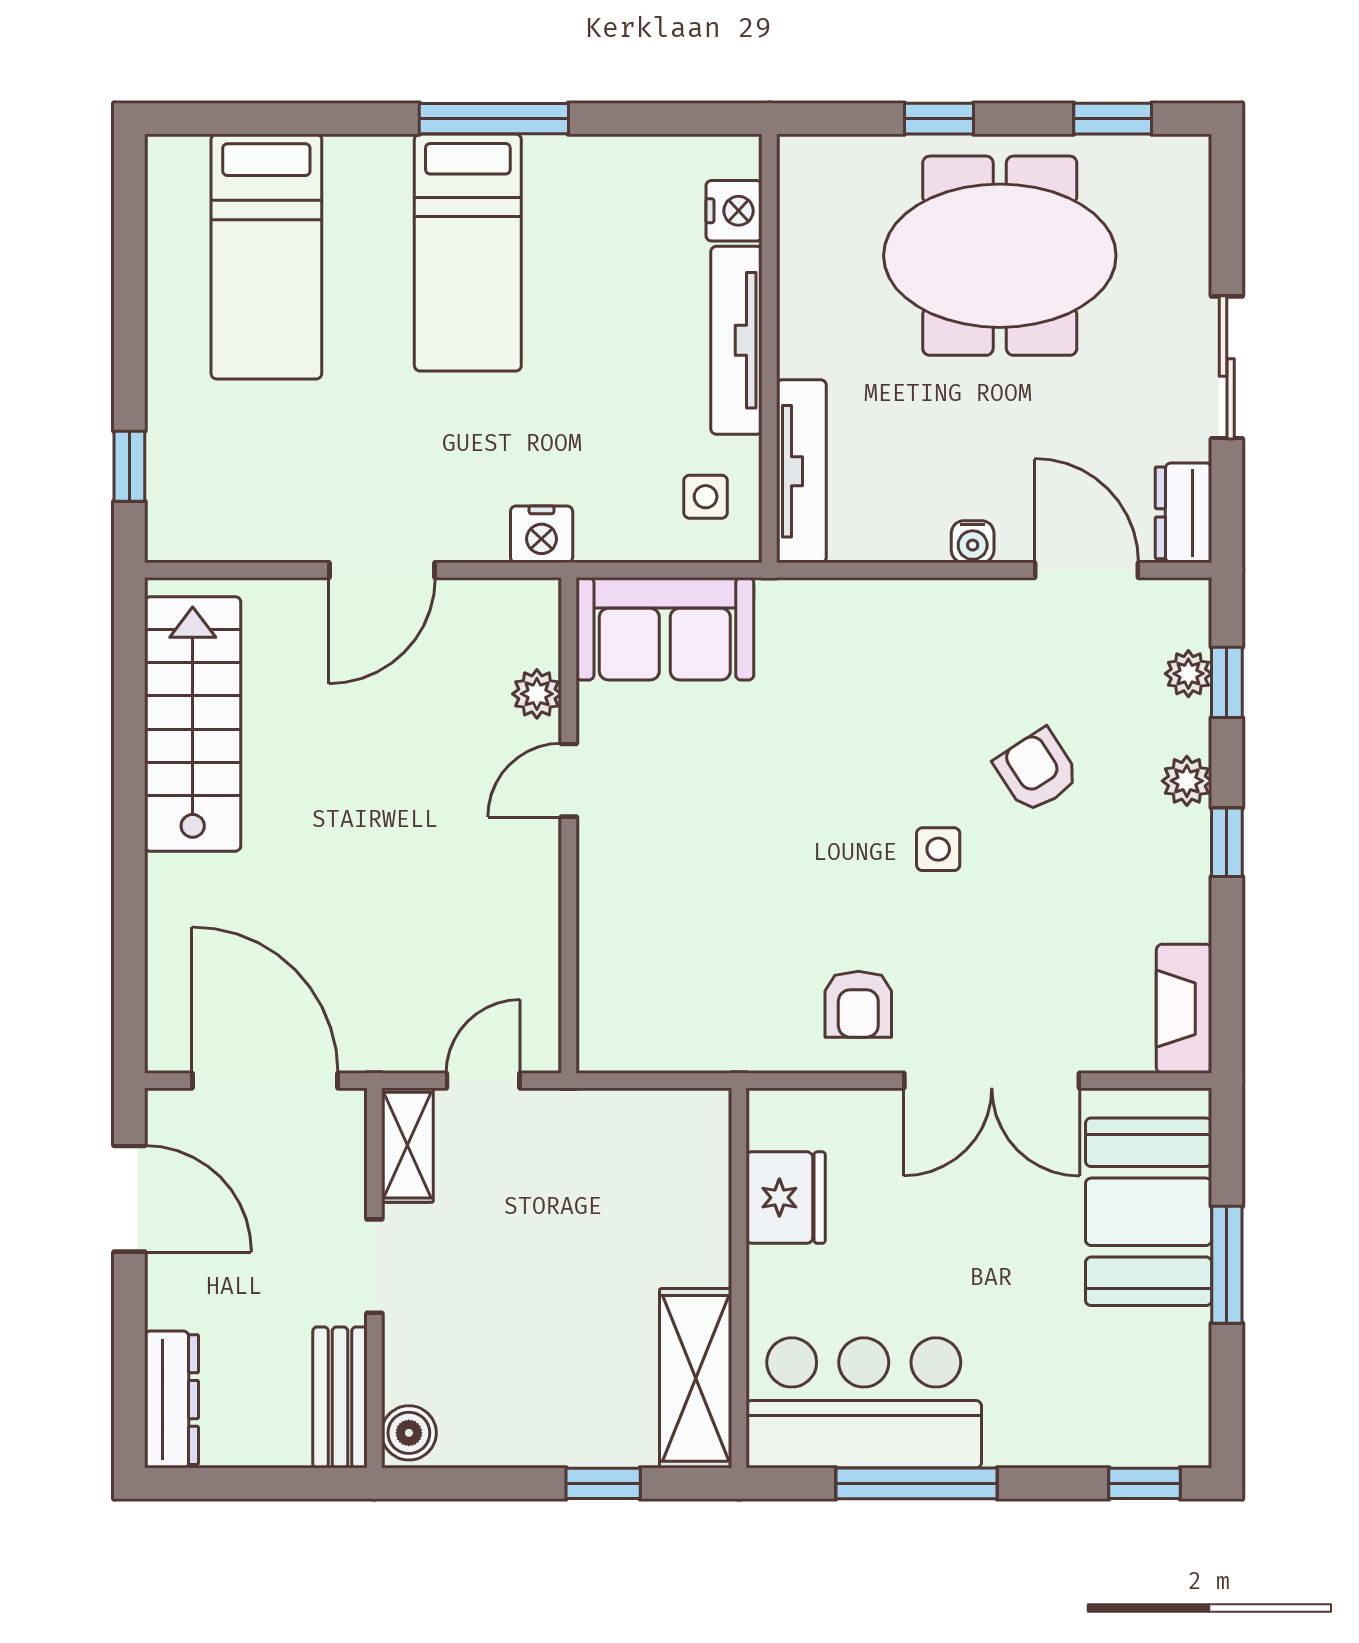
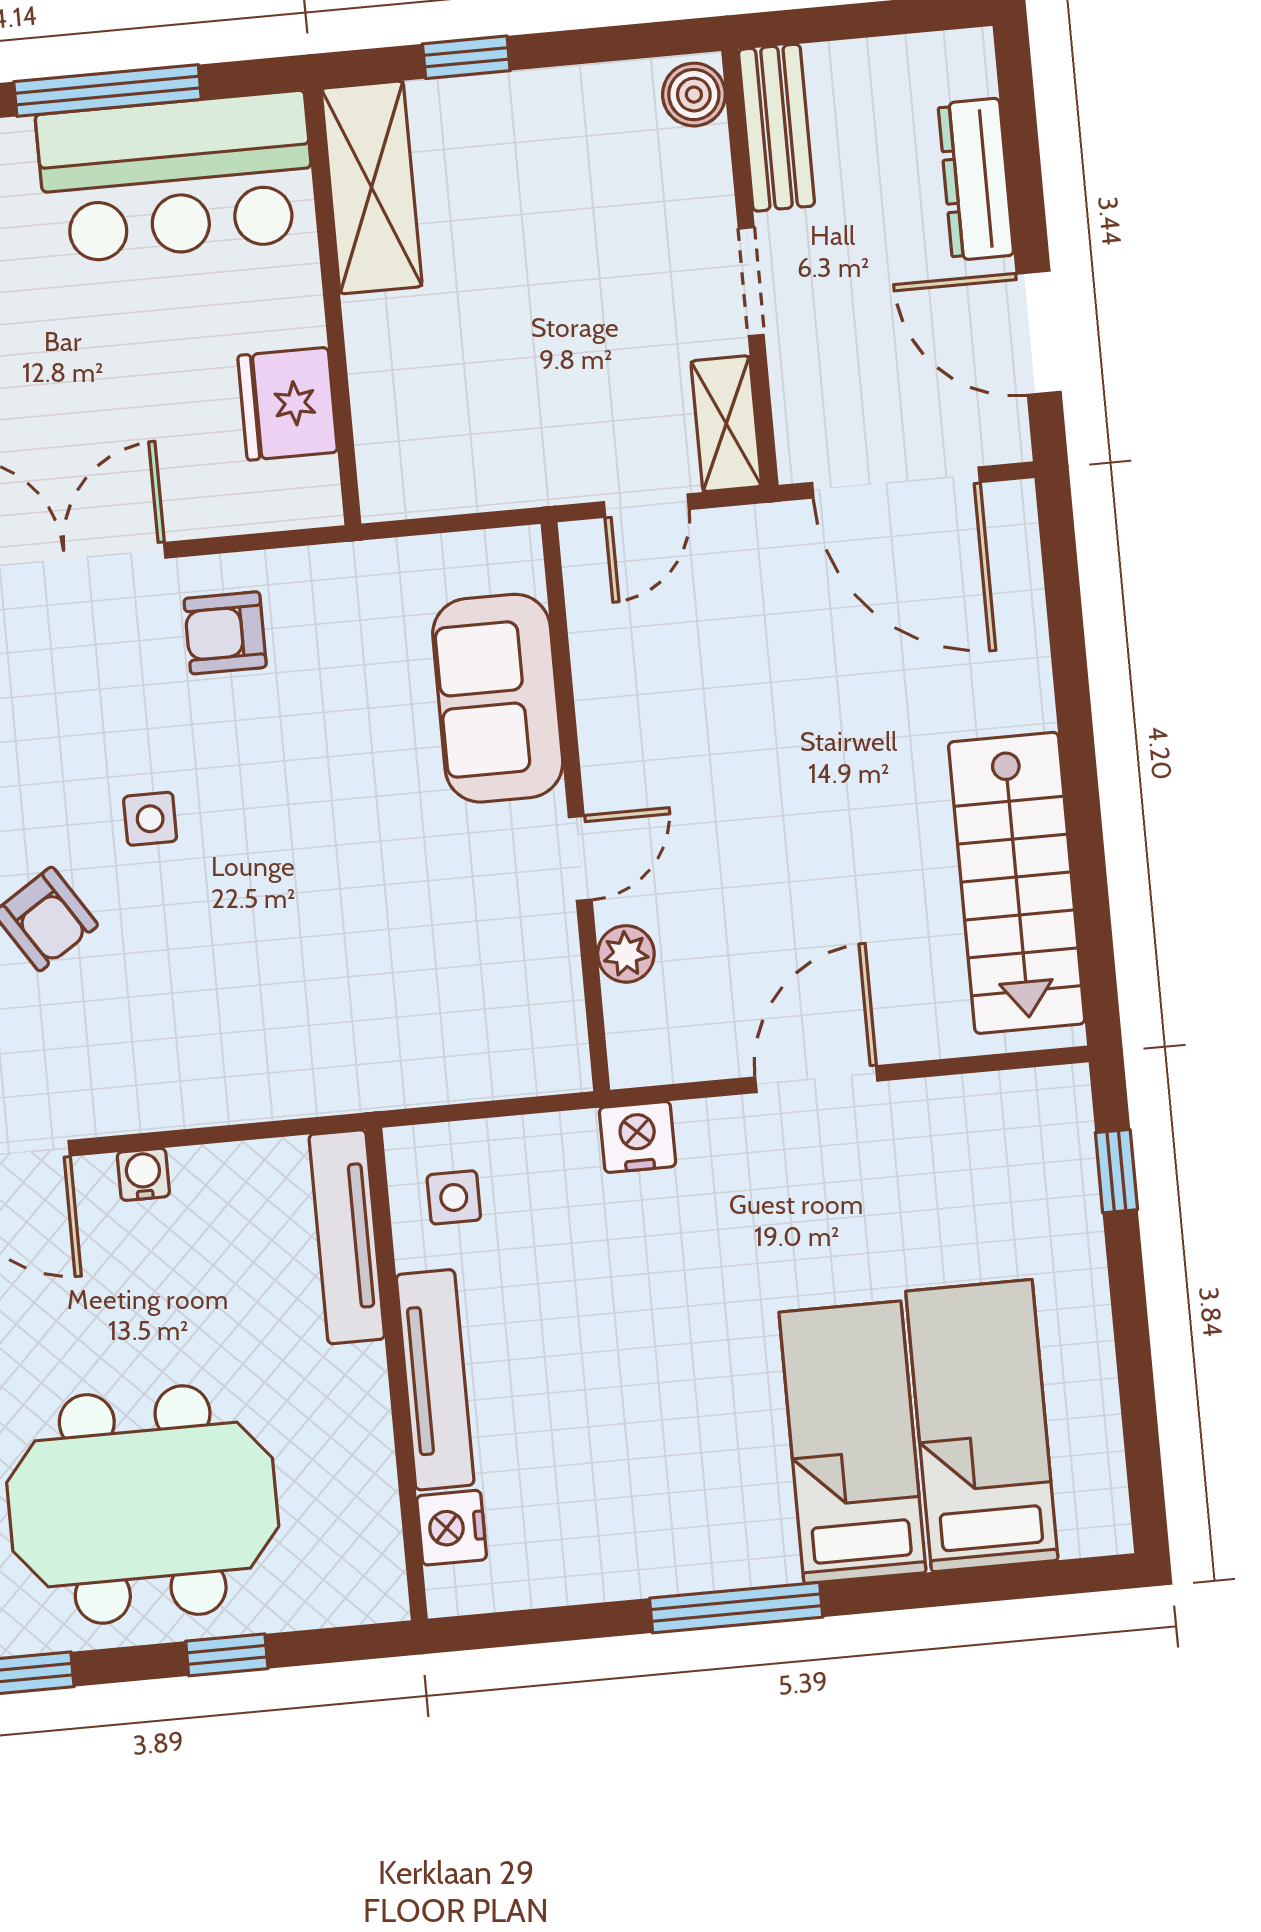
bed: (468, 252) -> (852, 1442), moved
sofa: (665, 629) -> (498, 698), moved, turned -90
armchair: (858, 1004) -> (225, 633), turned -90
dresser: (171, 1400) -> (976, 179), moved

